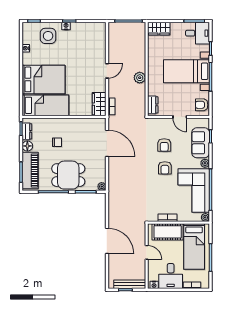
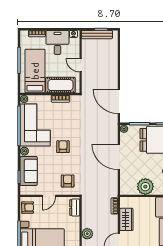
wardrobe: (99, 104) -> (126, 219), moved
door: (180, 117) -> (49, 196), swing flipped
plant: (79, 127) -> (145, 187), added
door: (107, 143) -> (119, 157), moved
armchair: (164, 145) -> (68, 181), moved
door: (107, 241) -> (119, 101), moved

